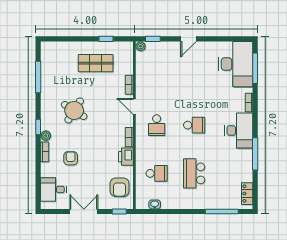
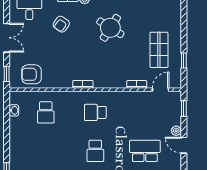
plant: (141, 46) -> (176, 131), moved
door: (134, 106) -> (161, 90), moved
printer: (126, 157) -> (63, 81), removed
armchair: (71, 158) -> (61, 24), turned 125
school desk: (194, 173) -> (145, 151), moved

